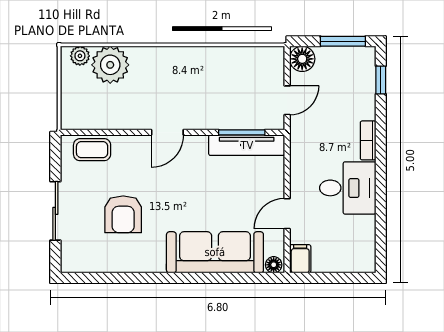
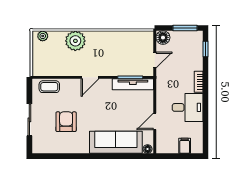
plant: (110, 65) -> (75, 41), moved
armchair: (123, 214) -> (66, 122), turned 180
filing cabinet: (300, 259) -> (185, 146), moved

